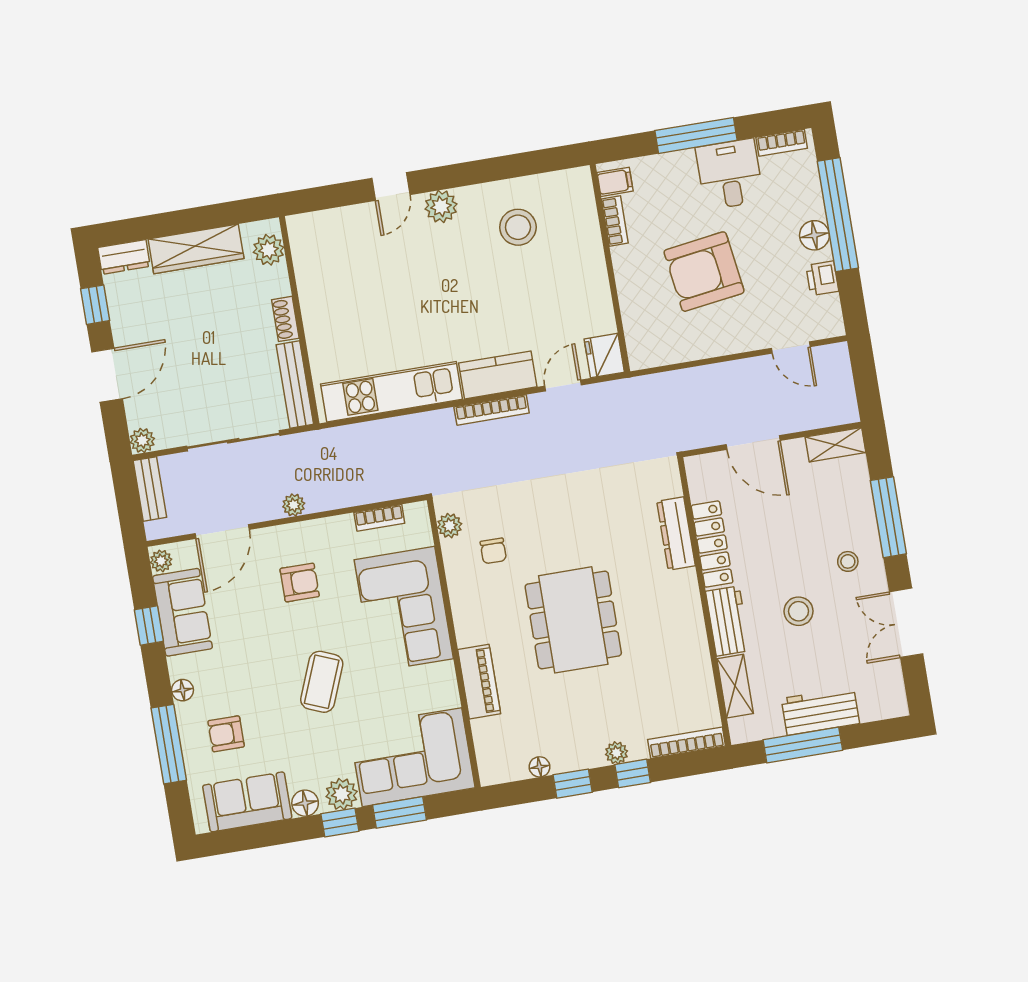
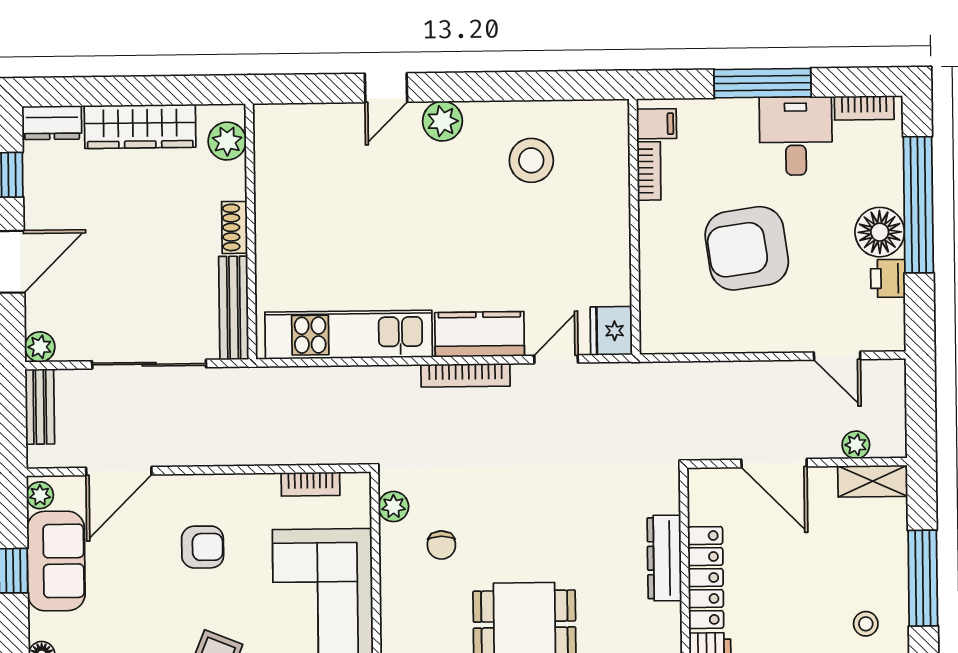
floor lamp: (814, 235) -> (880, 232), width x1.38, depth x1.38
plant: (294, 505) -> (856, 445), moved

